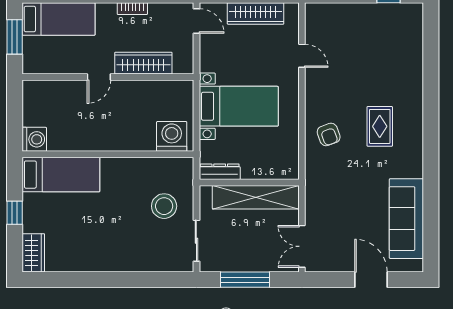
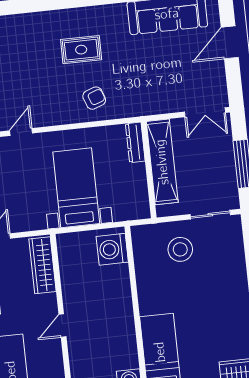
wardrobe: (143, 63) -> (42, 265), moved
door: (99, 77) -> (62, 326), swing flipped
dresser: (220, 172) -> (135, 142), moved

